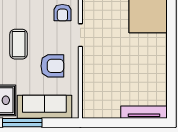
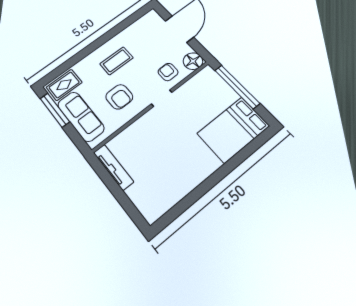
armchair: (62, 13) -> (168, 72), turned 90
tv unit: (144, 112) -> (113, 167), moved

